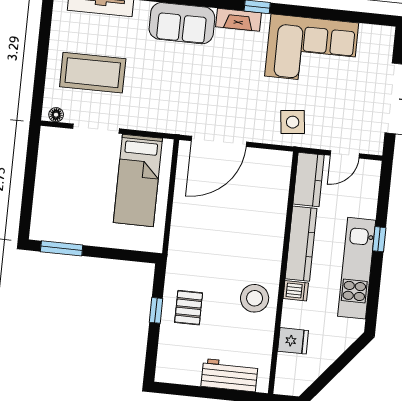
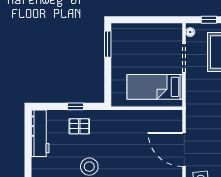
window: (39, 83) -> (209, 20), added
door: (219, 141) -> (184, 149), moved
workbench: (229, 375) -> (40, 133), moved, width x1.38

